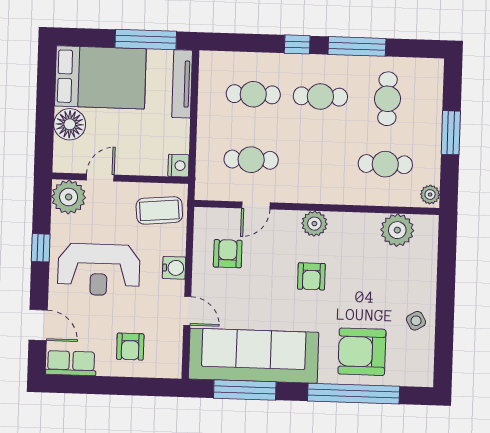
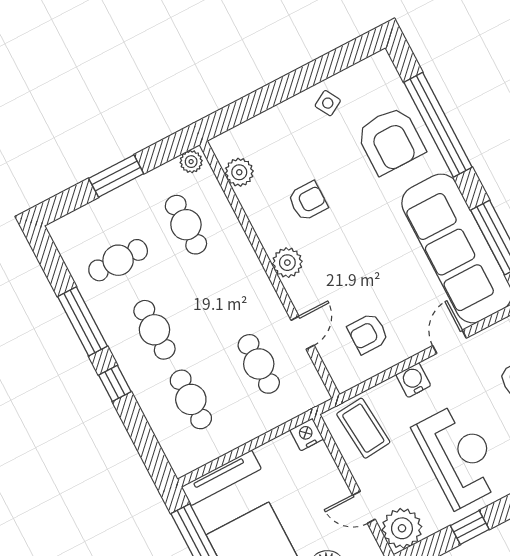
door: (256, 205) -> (303, 333), hinge flipped
plant: (397, 230) -> (239, 172), width x0.73, depth x0.73
armchair: (311, 276) -> (308, 201), moved

